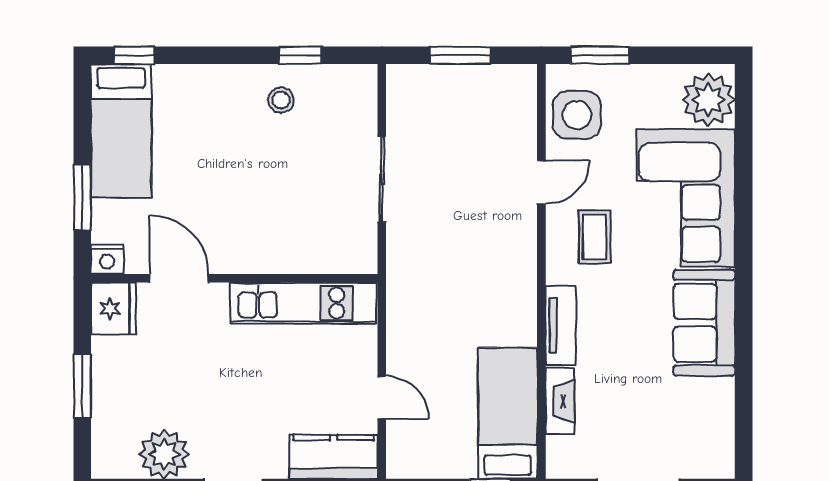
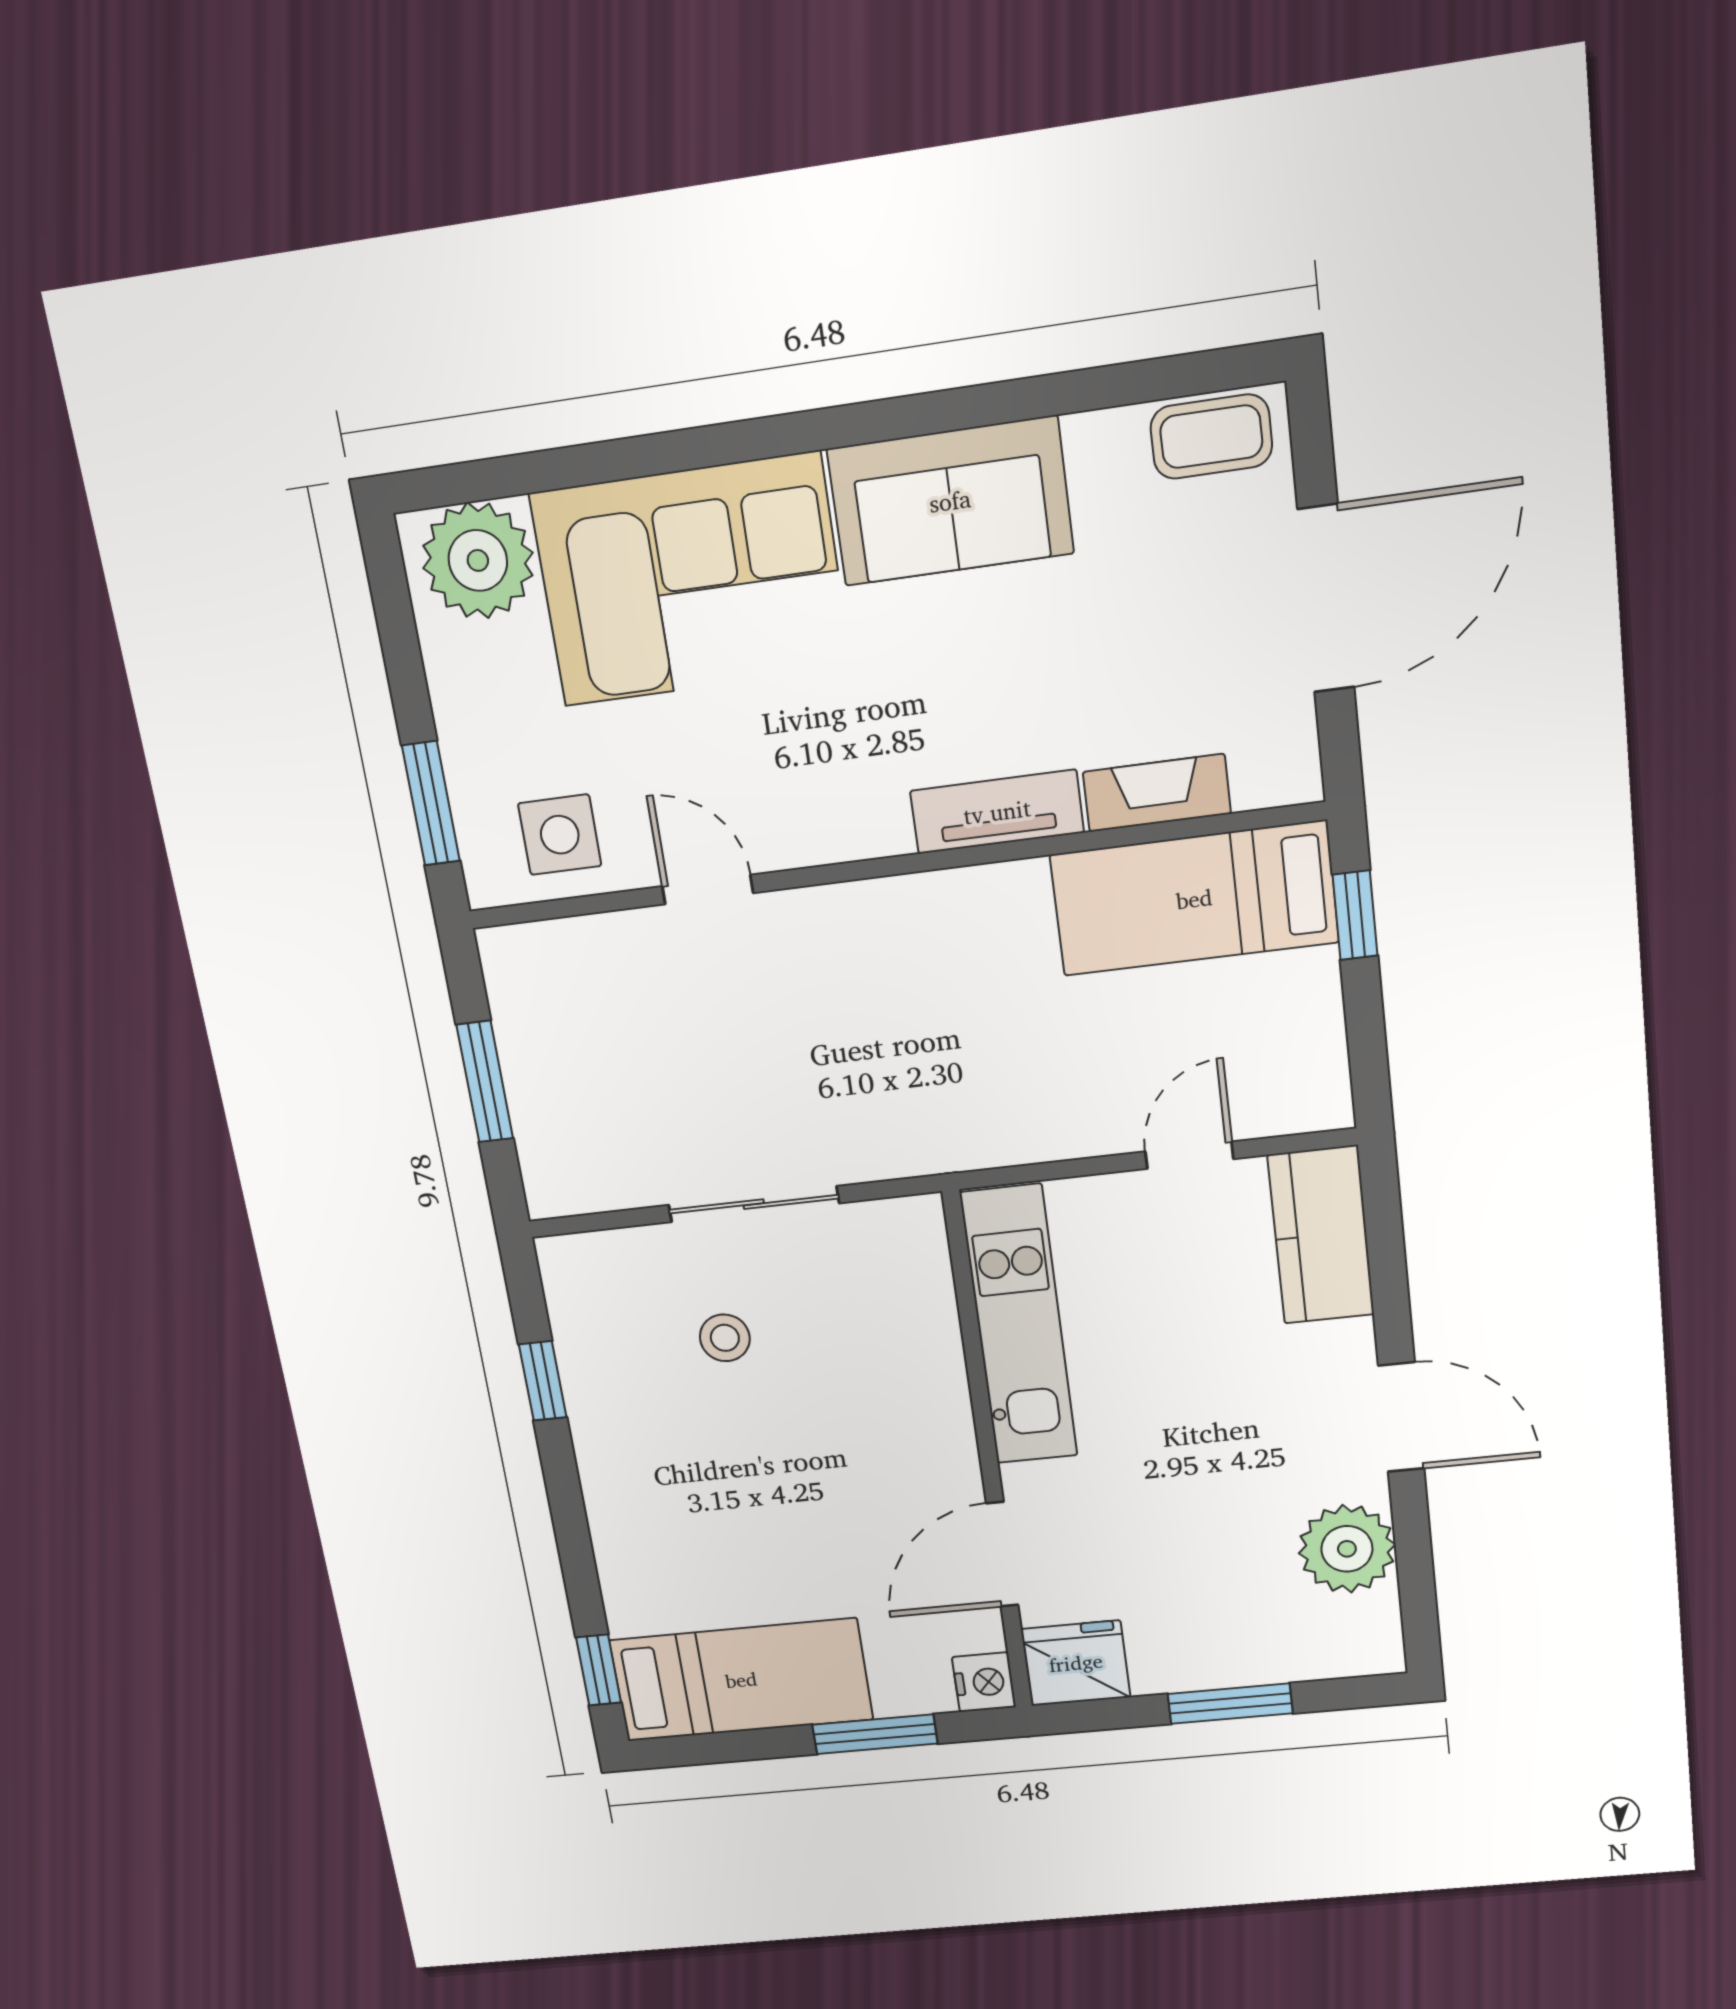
stool: (281, 100) -> (725, 1338), moved
side table: (577, 115) -> (560, 835), width x0.73, depth x0.73
coffee table: (595, 237) -> (1211, 437), moved

